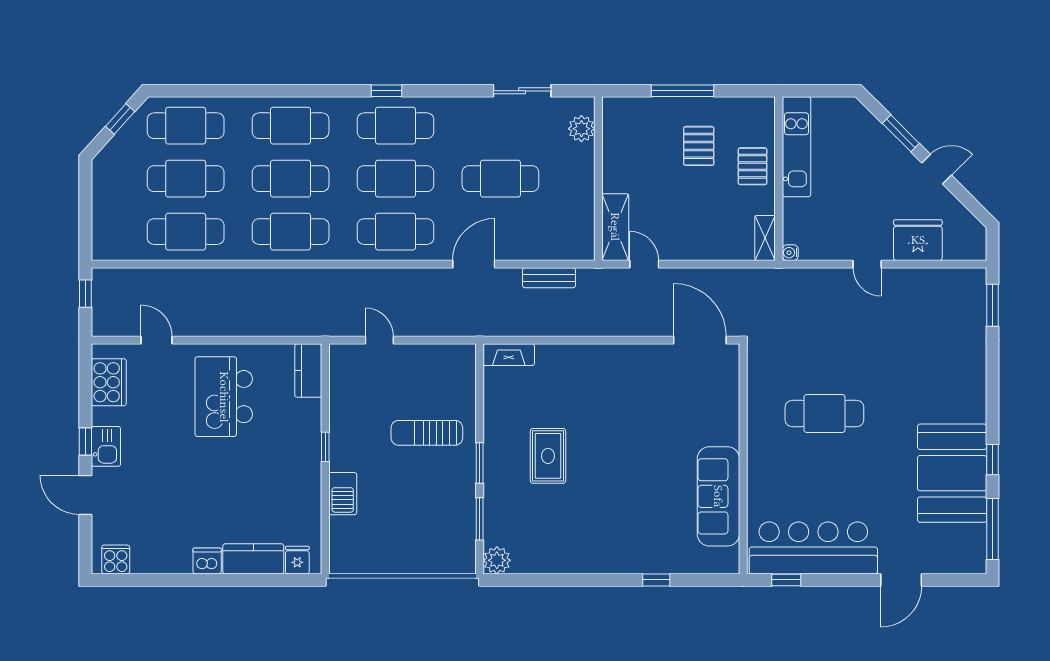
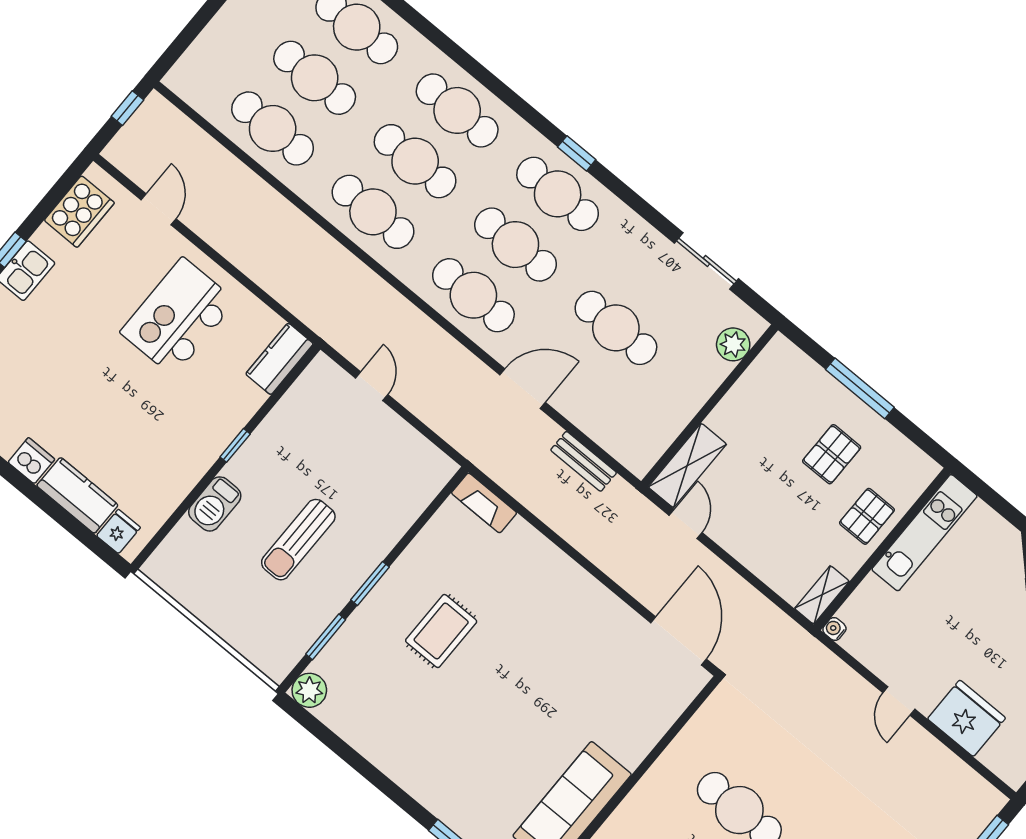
sun lounger: (427, 433) -> (298, 540), moved, turned -90

